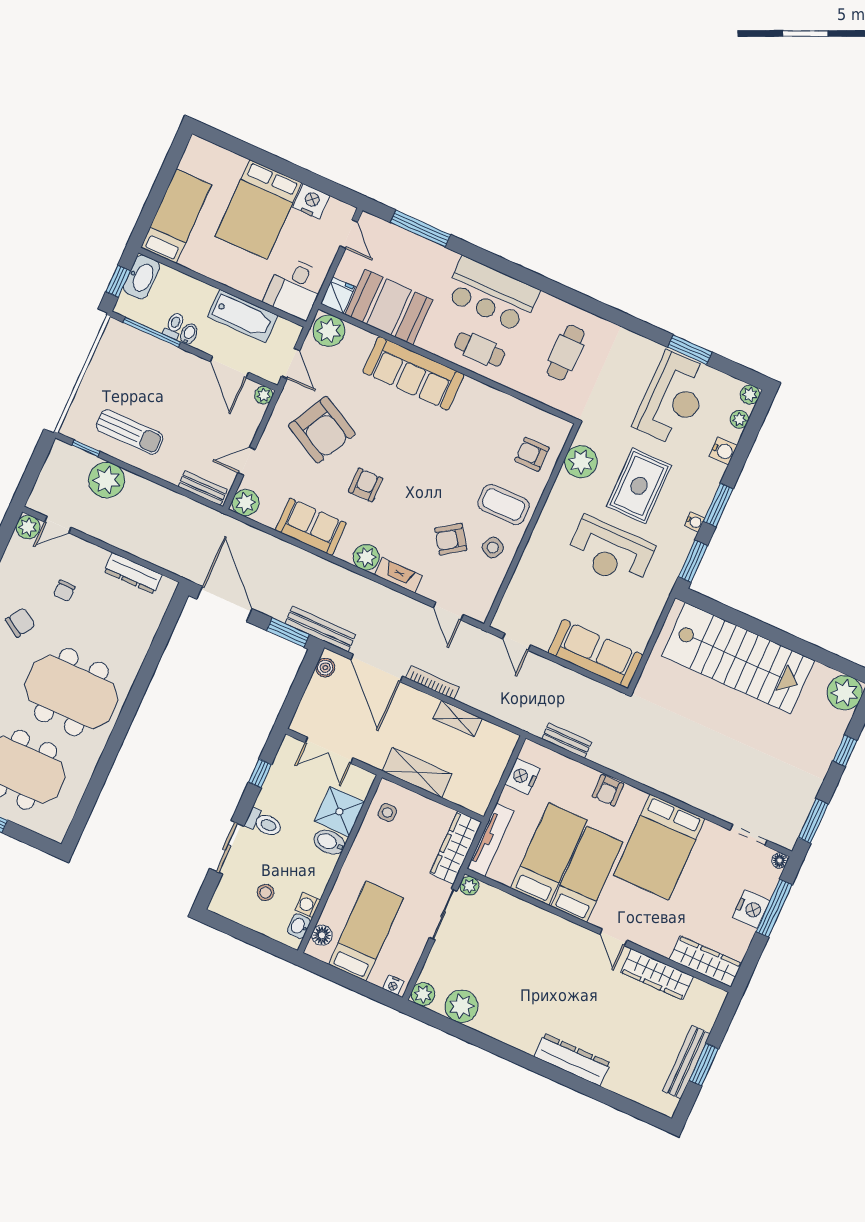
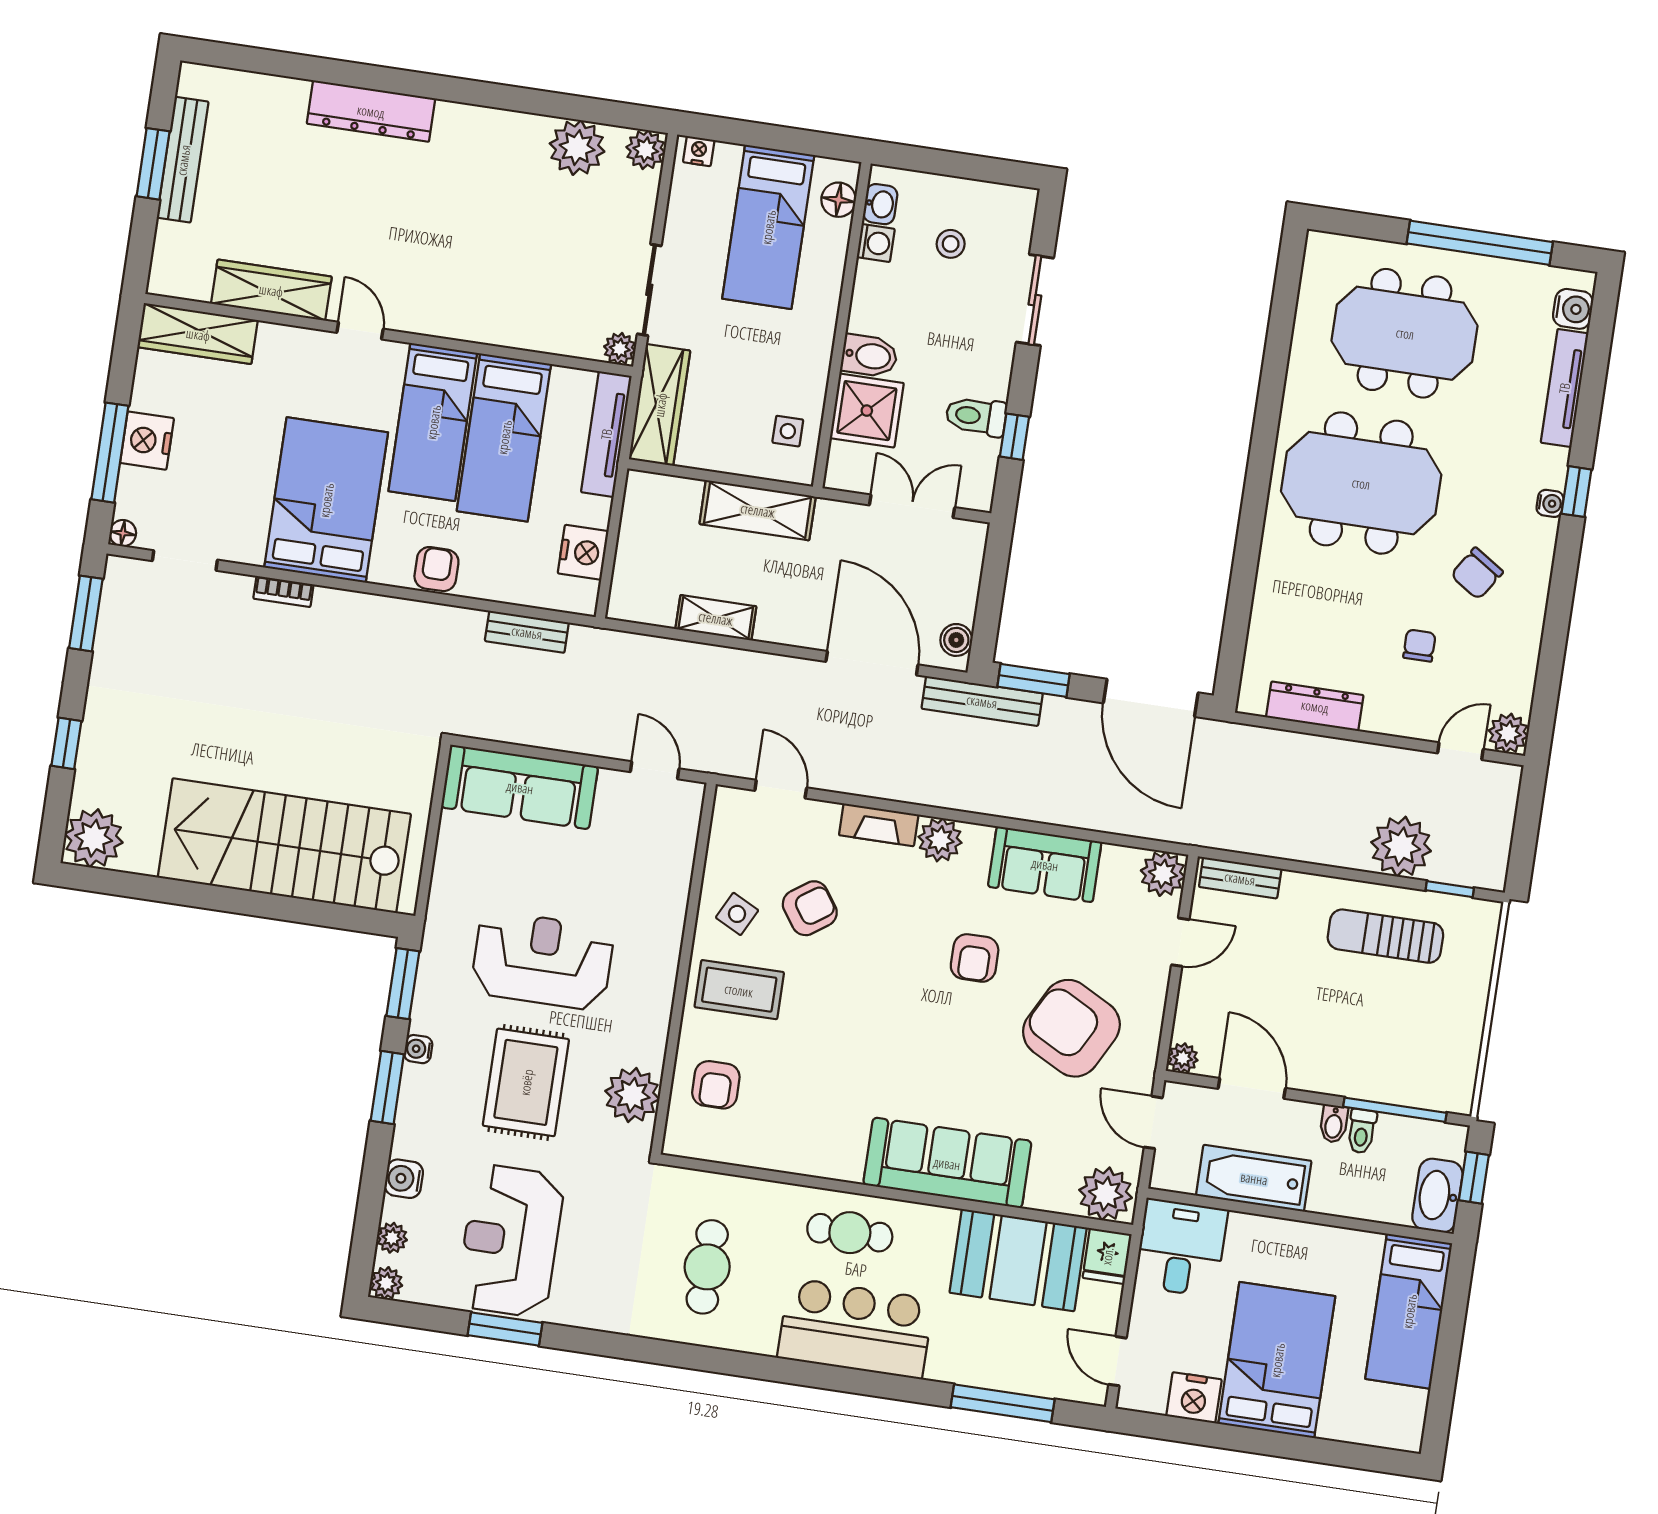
armchair: (532, 454) -> (716, 1085), turned 90
bookcase: (433, 683) -> (283, 592), moved, width x0.64
toilet: (264, 823) -> (976, 416), moved

